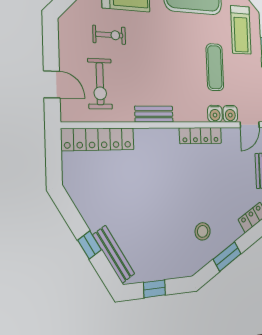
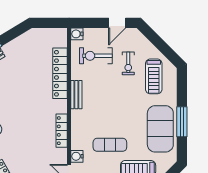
door: (52, 84) -> (117, 23), moved
water cooler: (215, 114) -> (77, 34), moved
locker: (98, 139) -> (60, 73), moved

